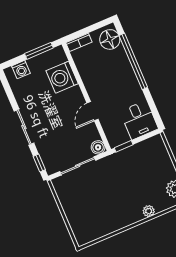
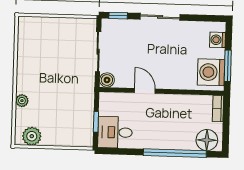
washing machine: (62, 77) -> (211, 72), moved, turned -90
window: (124, 146) -> (96, 122), moved

